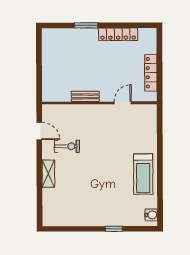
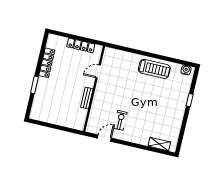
door: (123, 103) -> (98, 72), hinge flipped
shelving: (48, 174) -> (159, 144), moved

